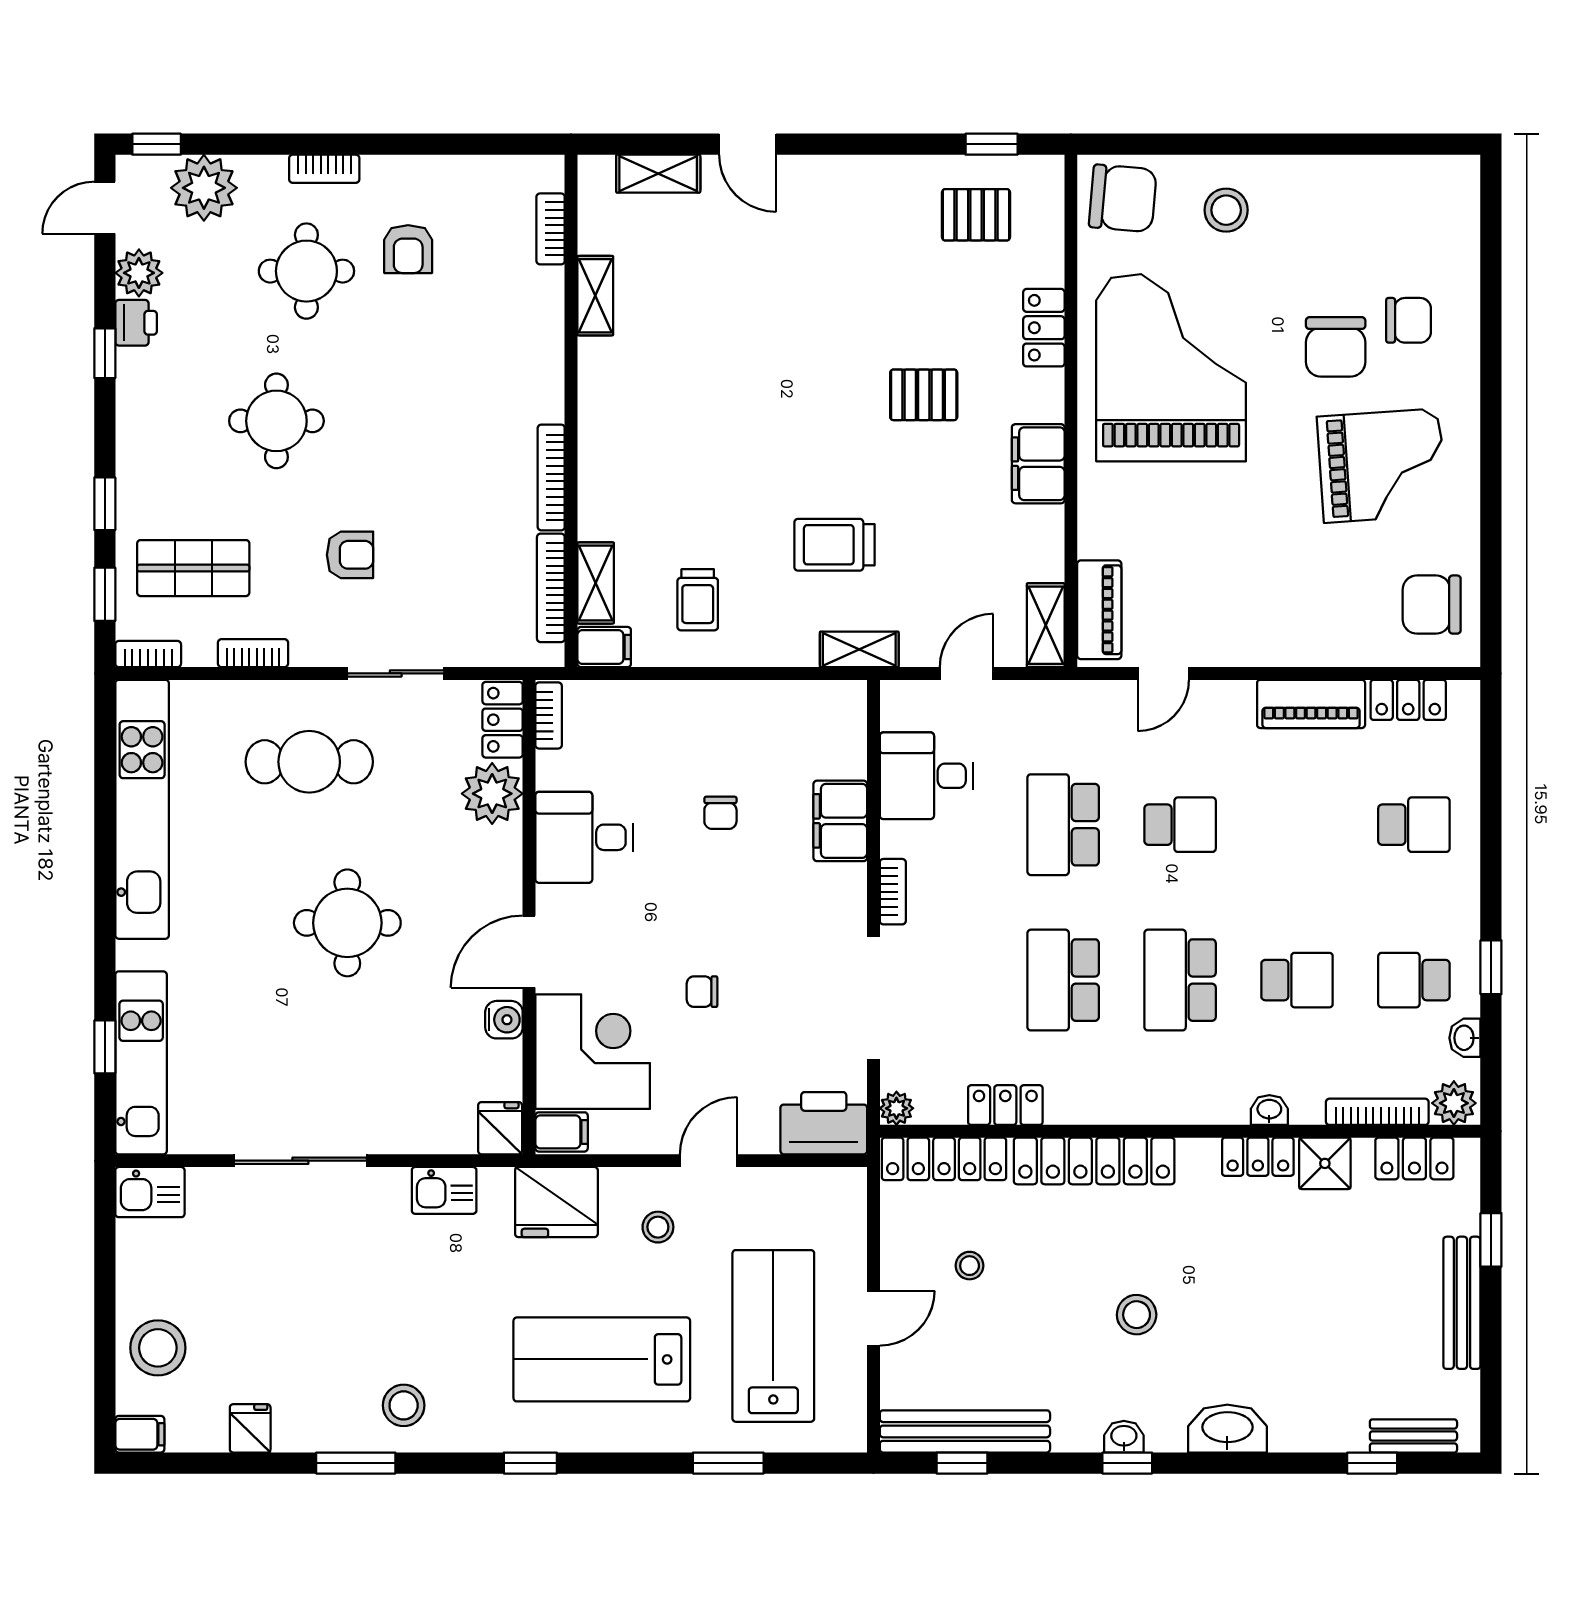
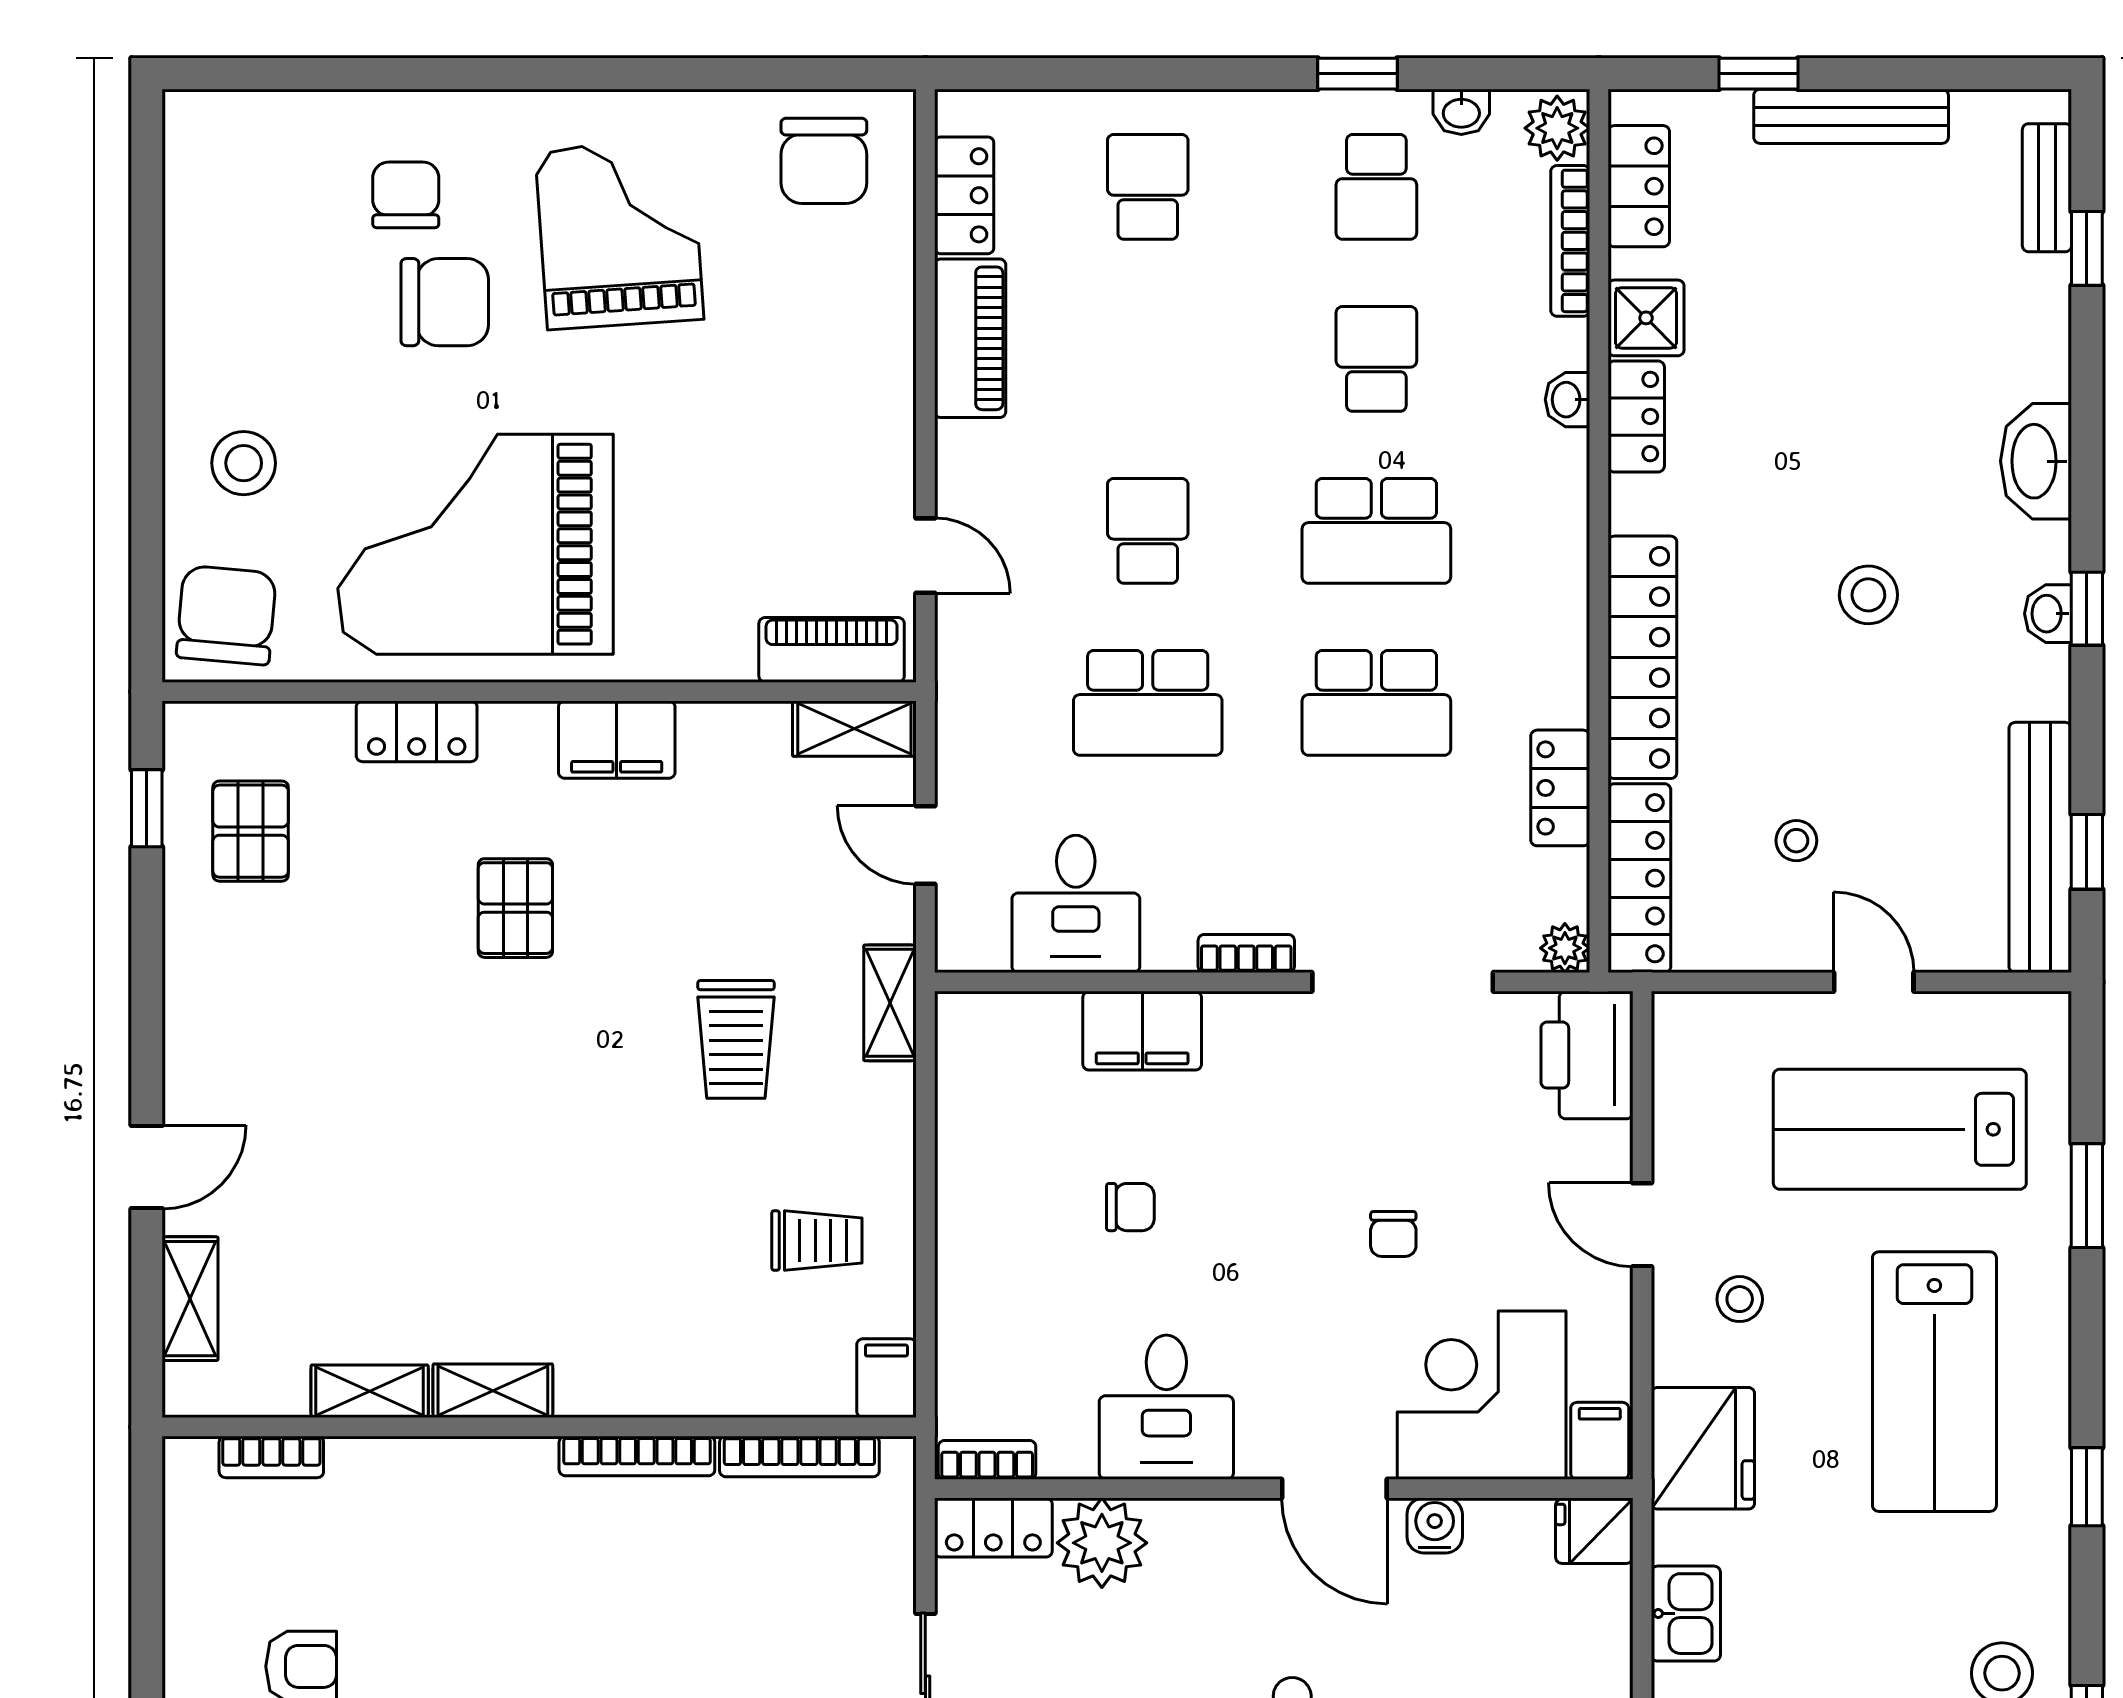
shelving: (596, 583) -> (493, 1391), moved

